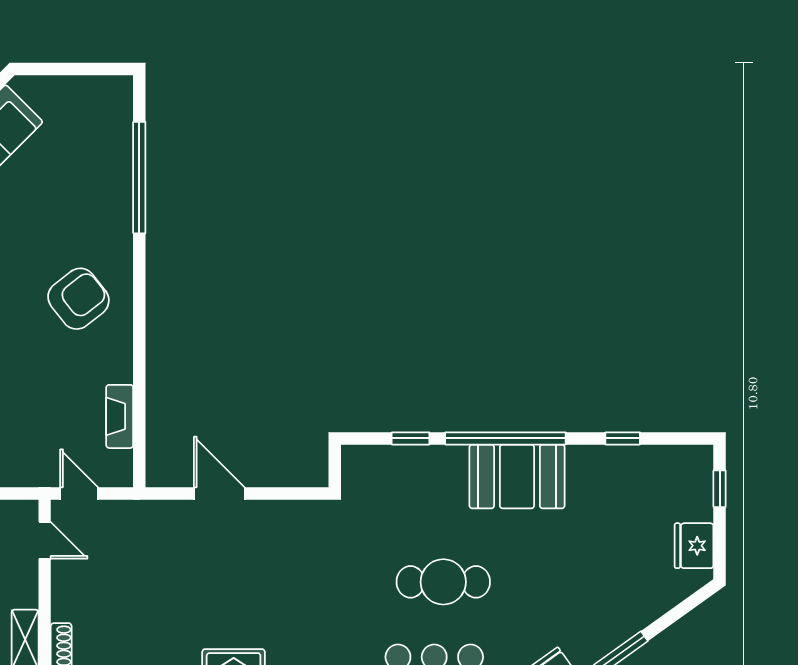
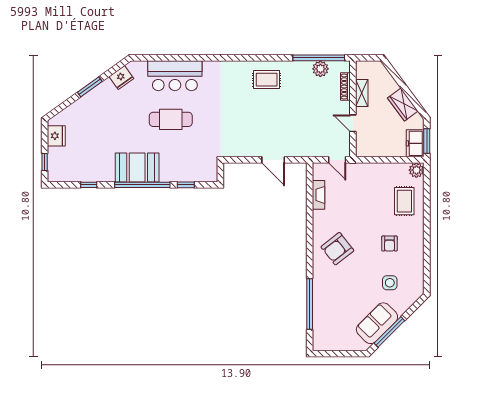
door: (45, 540) -> (353, 123), moved

